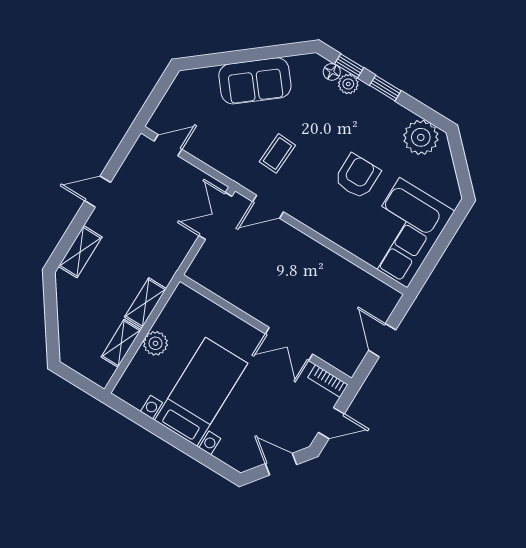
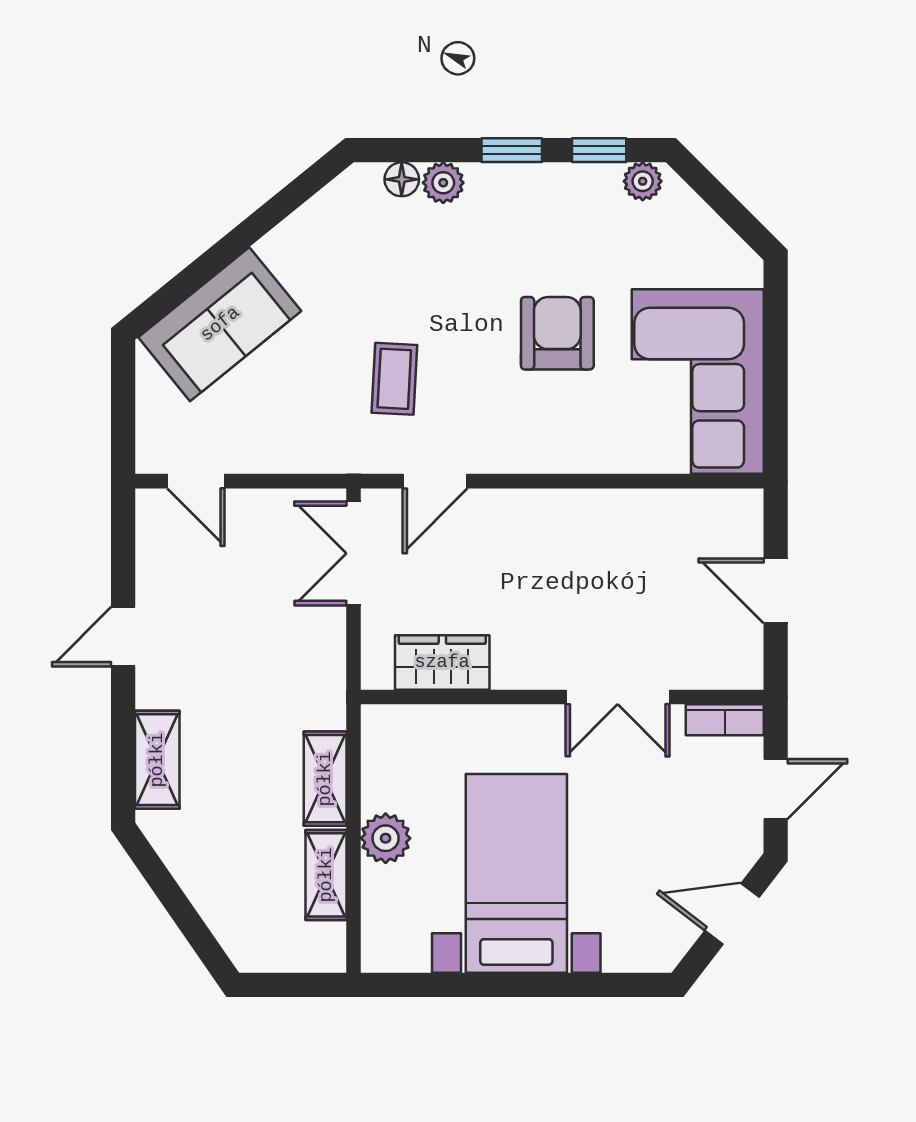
window: (349, 66) -> (599, 150), moved
sofa: (255, 81) -> (220, 324), moved
plant: (421, 137) -> (643, 181), width x0.53, depth x0.53
door: (168, 145) -> (196, 481), swing flipped
wardrobe: (224, 284) -> (442, 662), added

